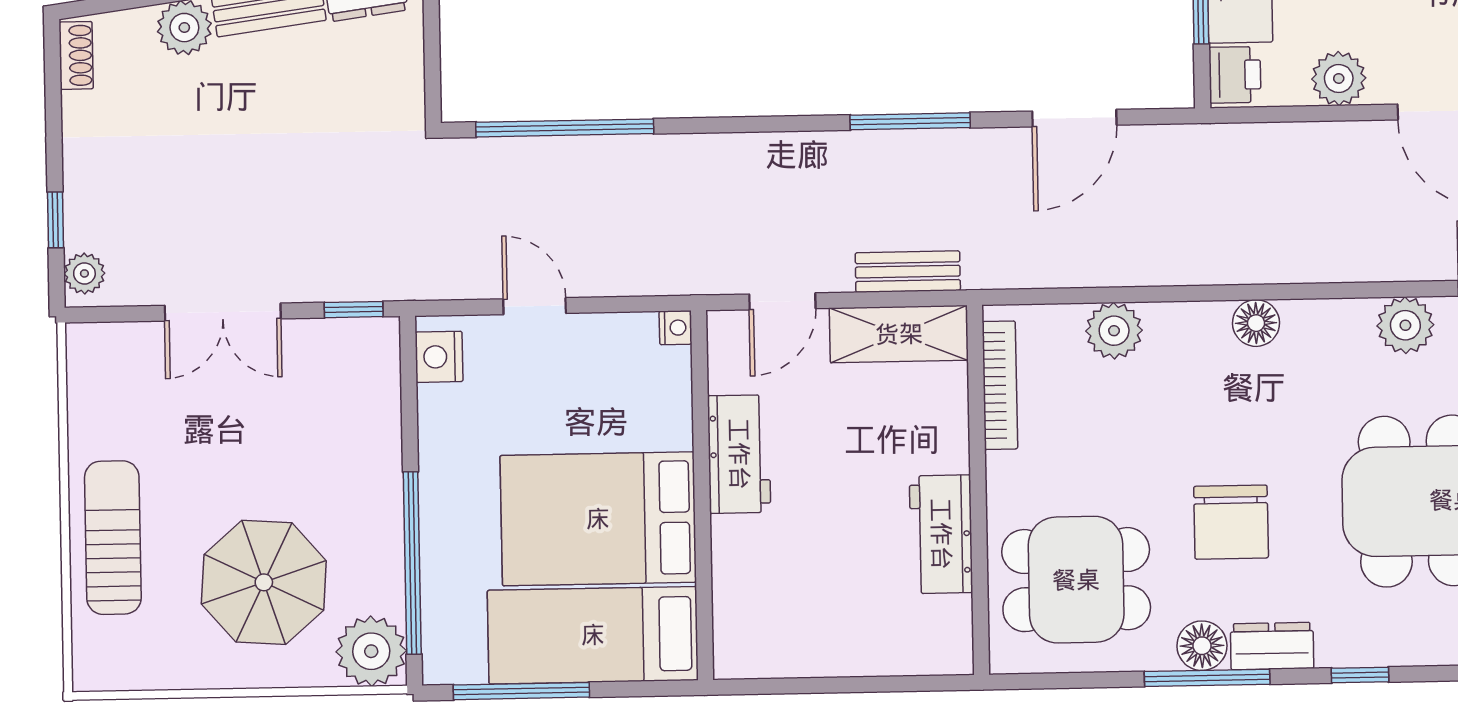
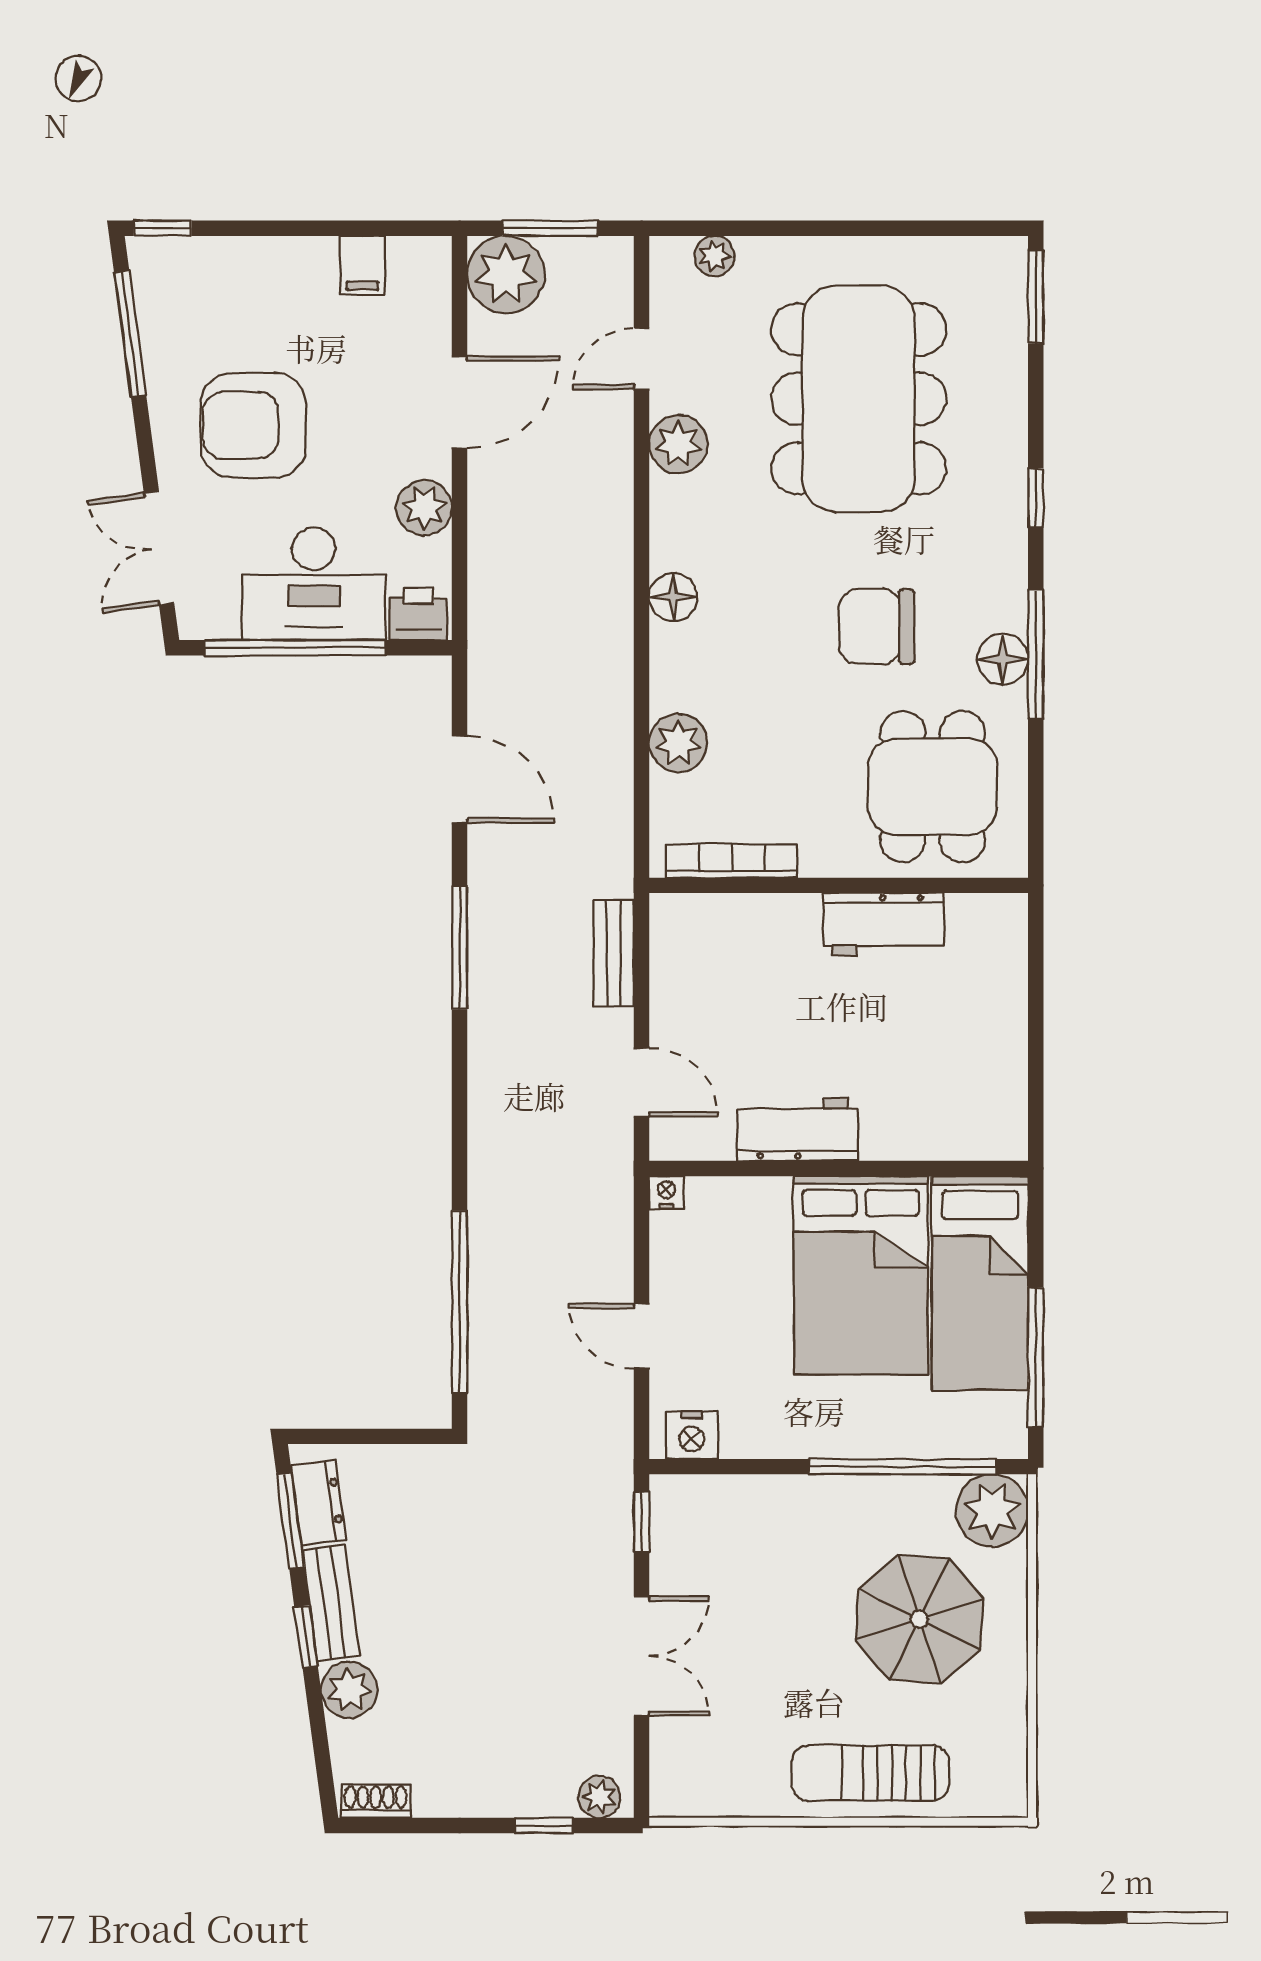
door: (535, 306) -> (642, 1336), hinge flipped
shelving: (899, 334) -> (677, 964), removed
chair: (1231, 522) -> (877, 627), turned 180
dresser: (1272, 646) -> (1004, 587), removed

